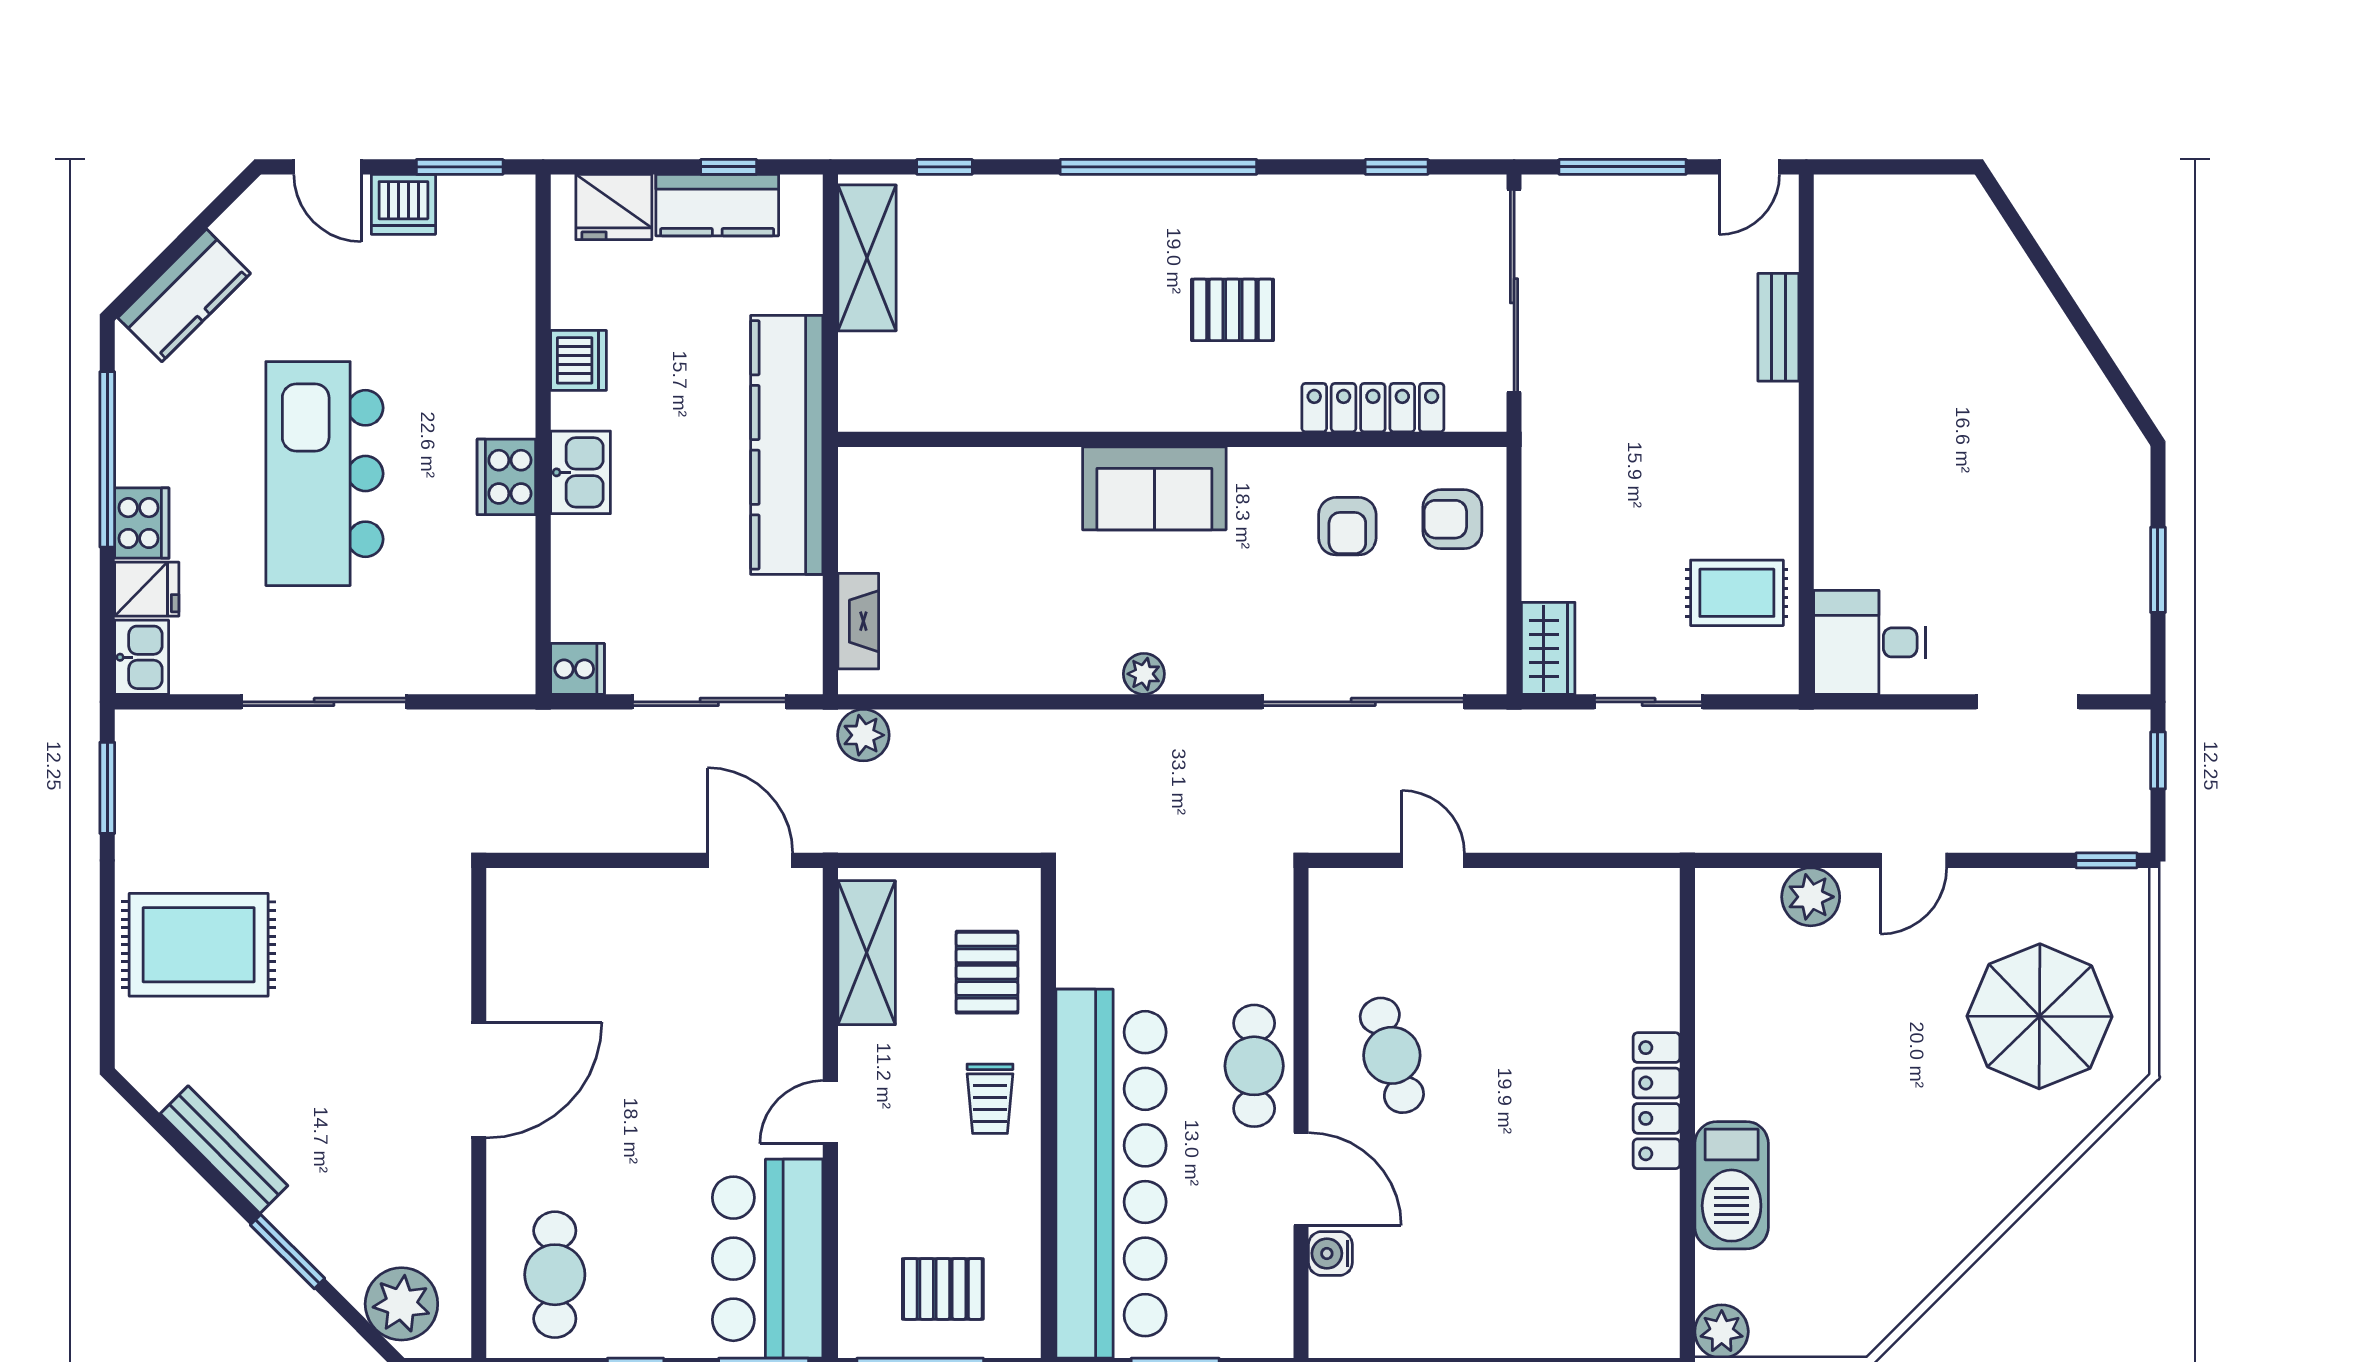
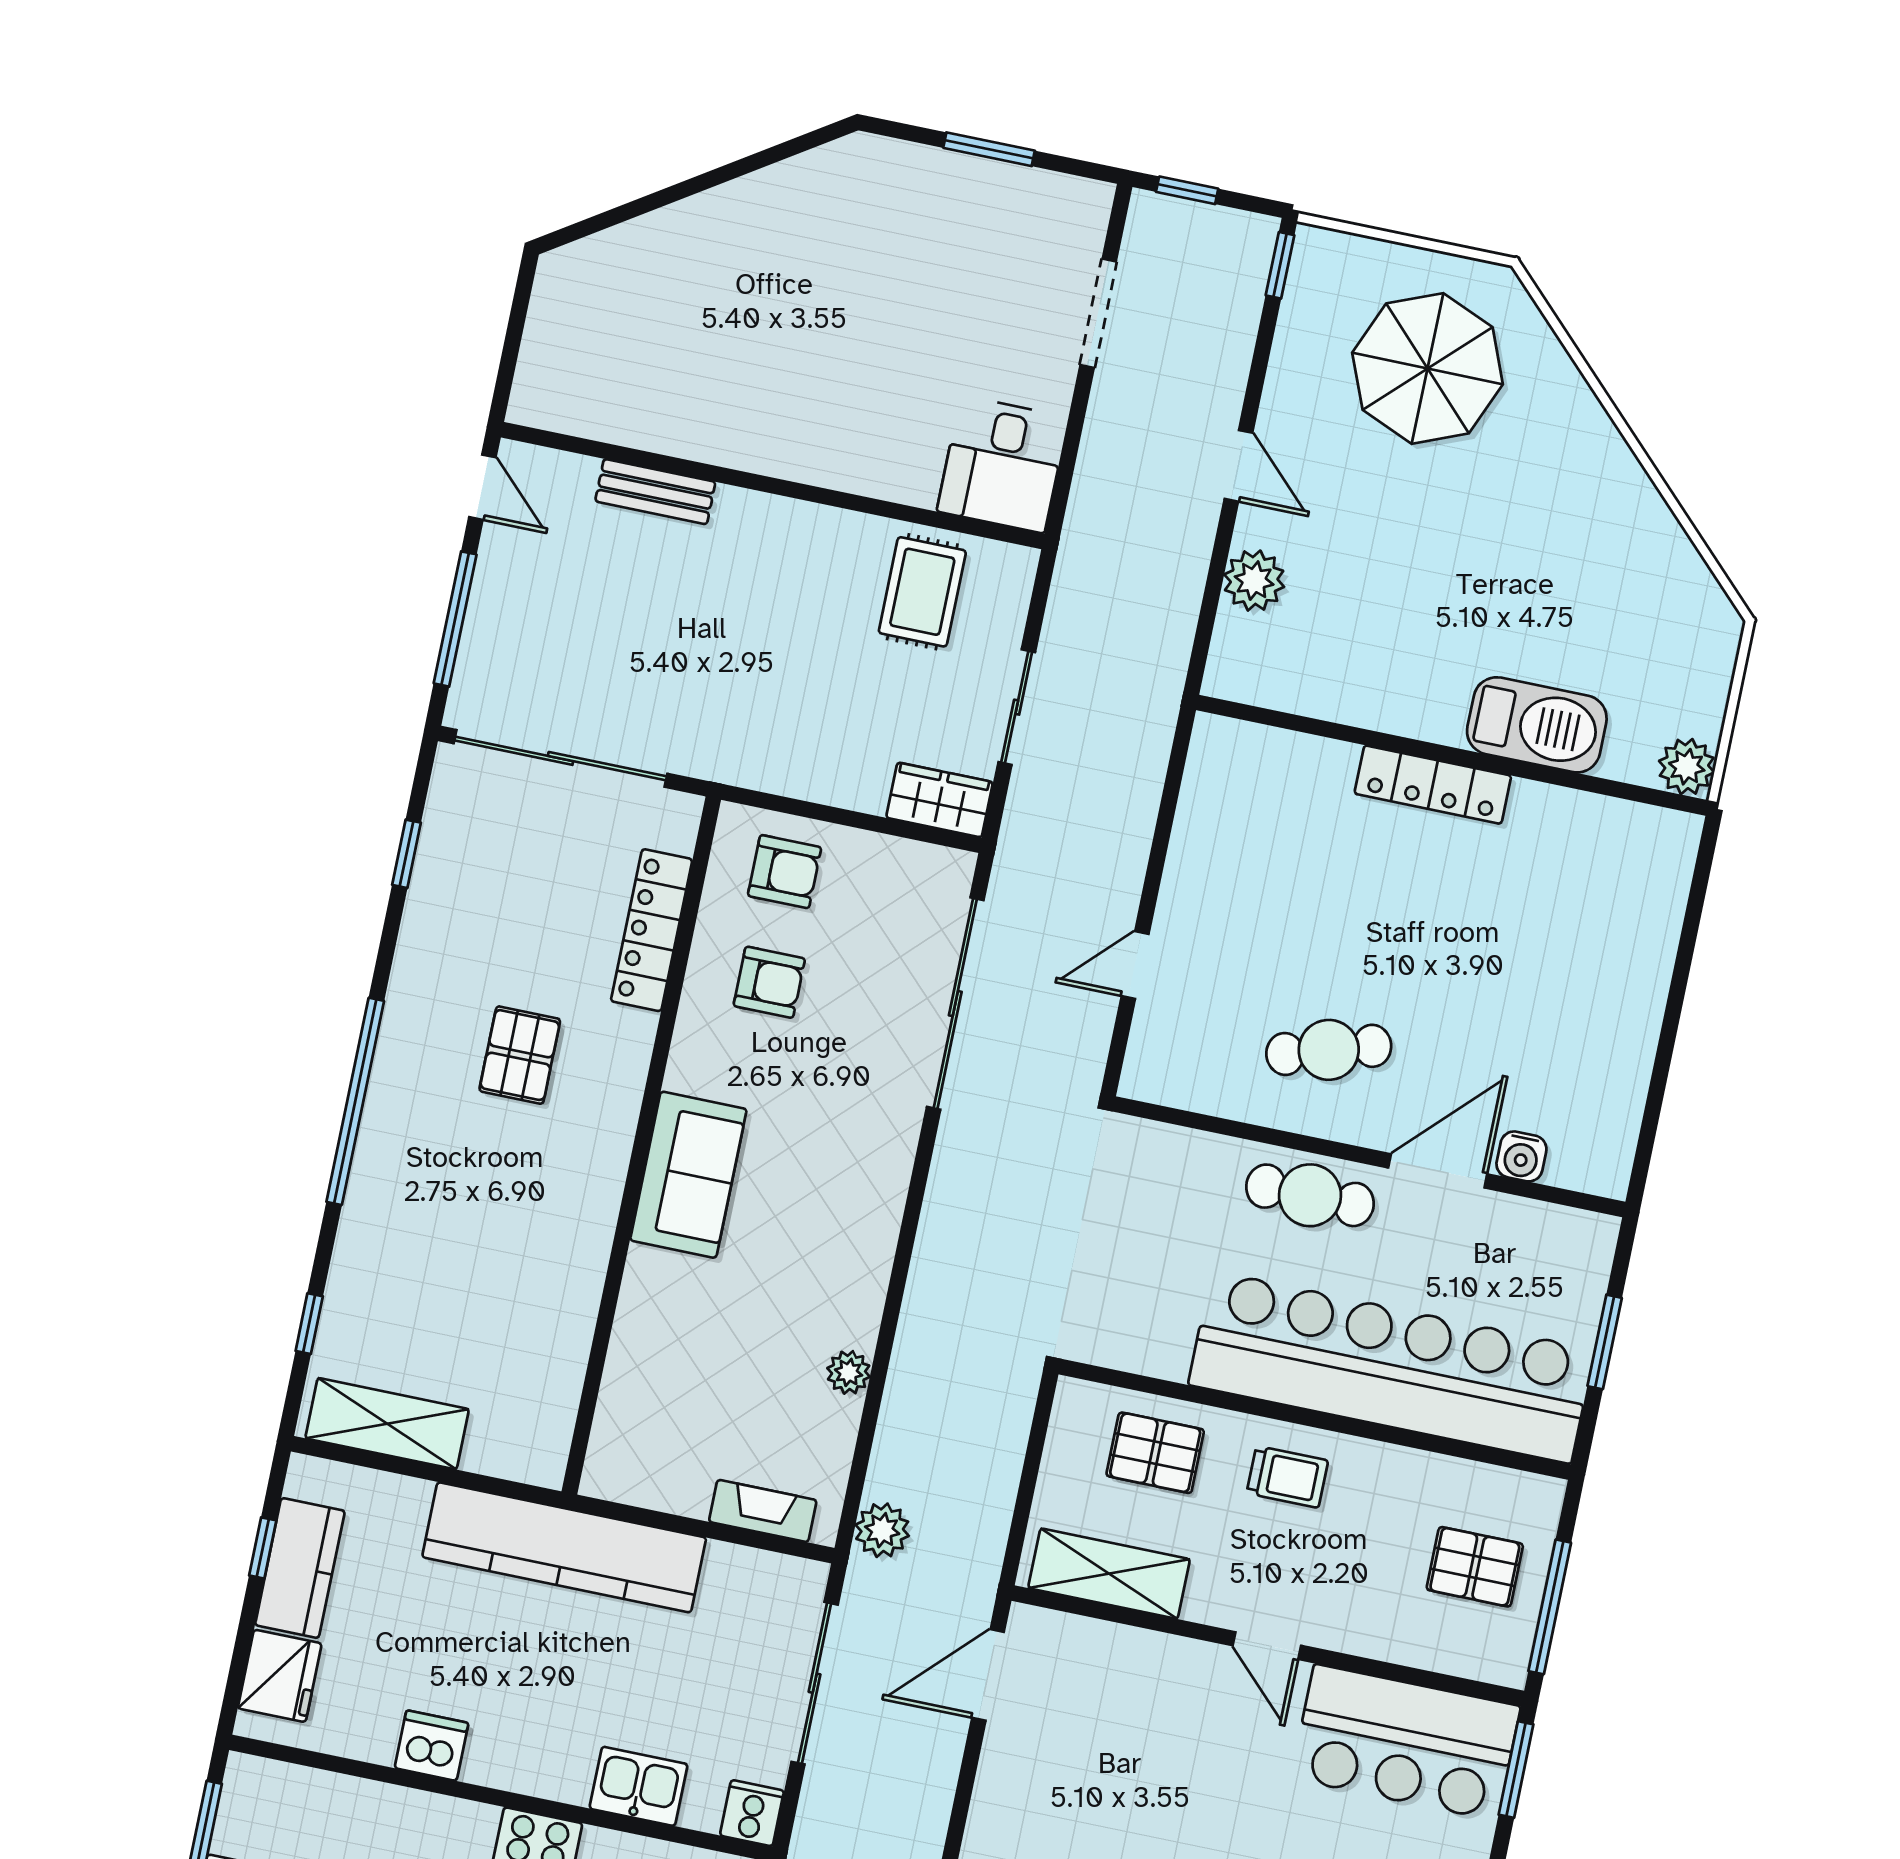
kitchen sink: (580, 472) -> (638, 1786), moved
armchair: (1452, 519) -> (785, 872), turned -90
plant: (1144, 674) -> (849, 1372), moved
pallet: (943, 1289) -> (1475, 1567), turned 90

